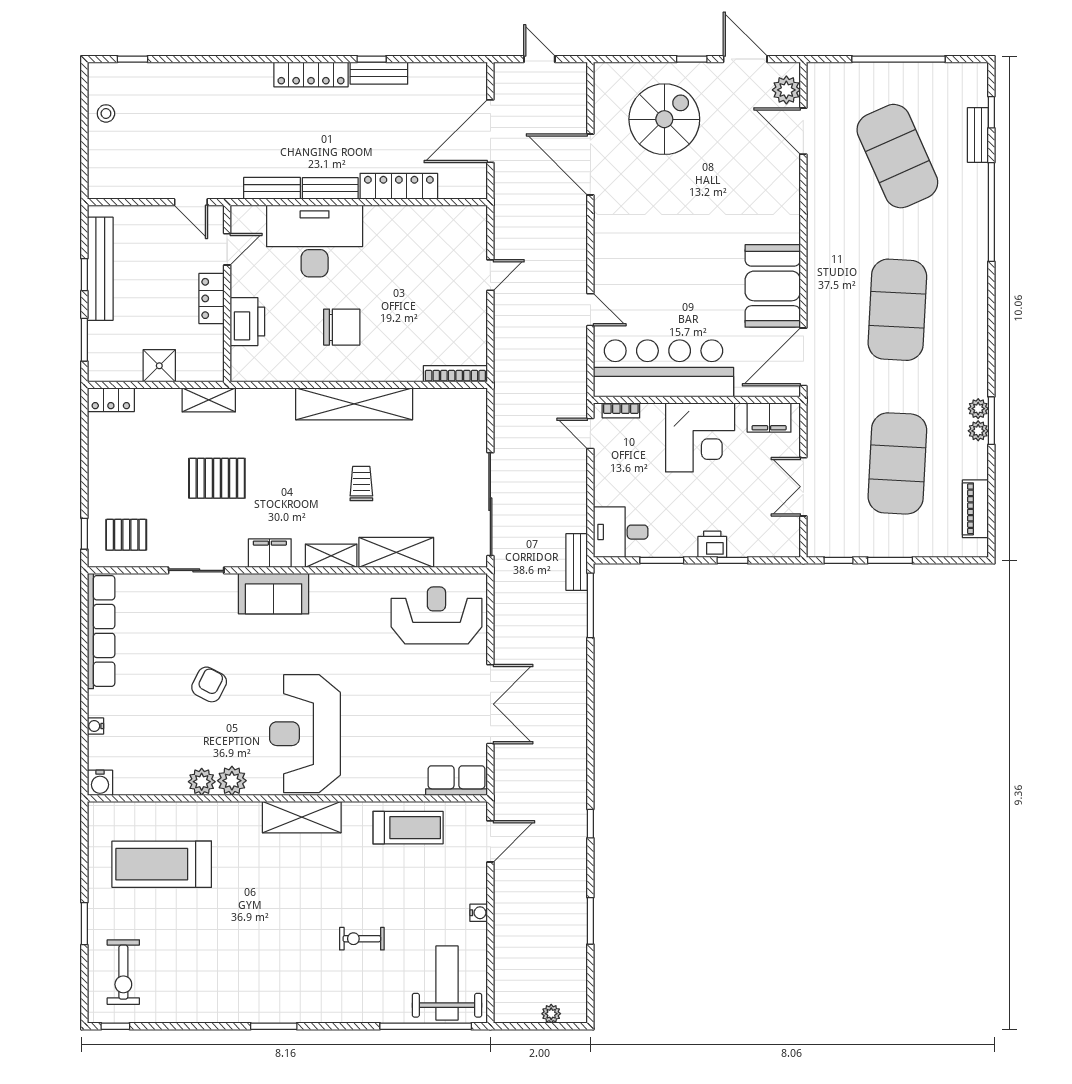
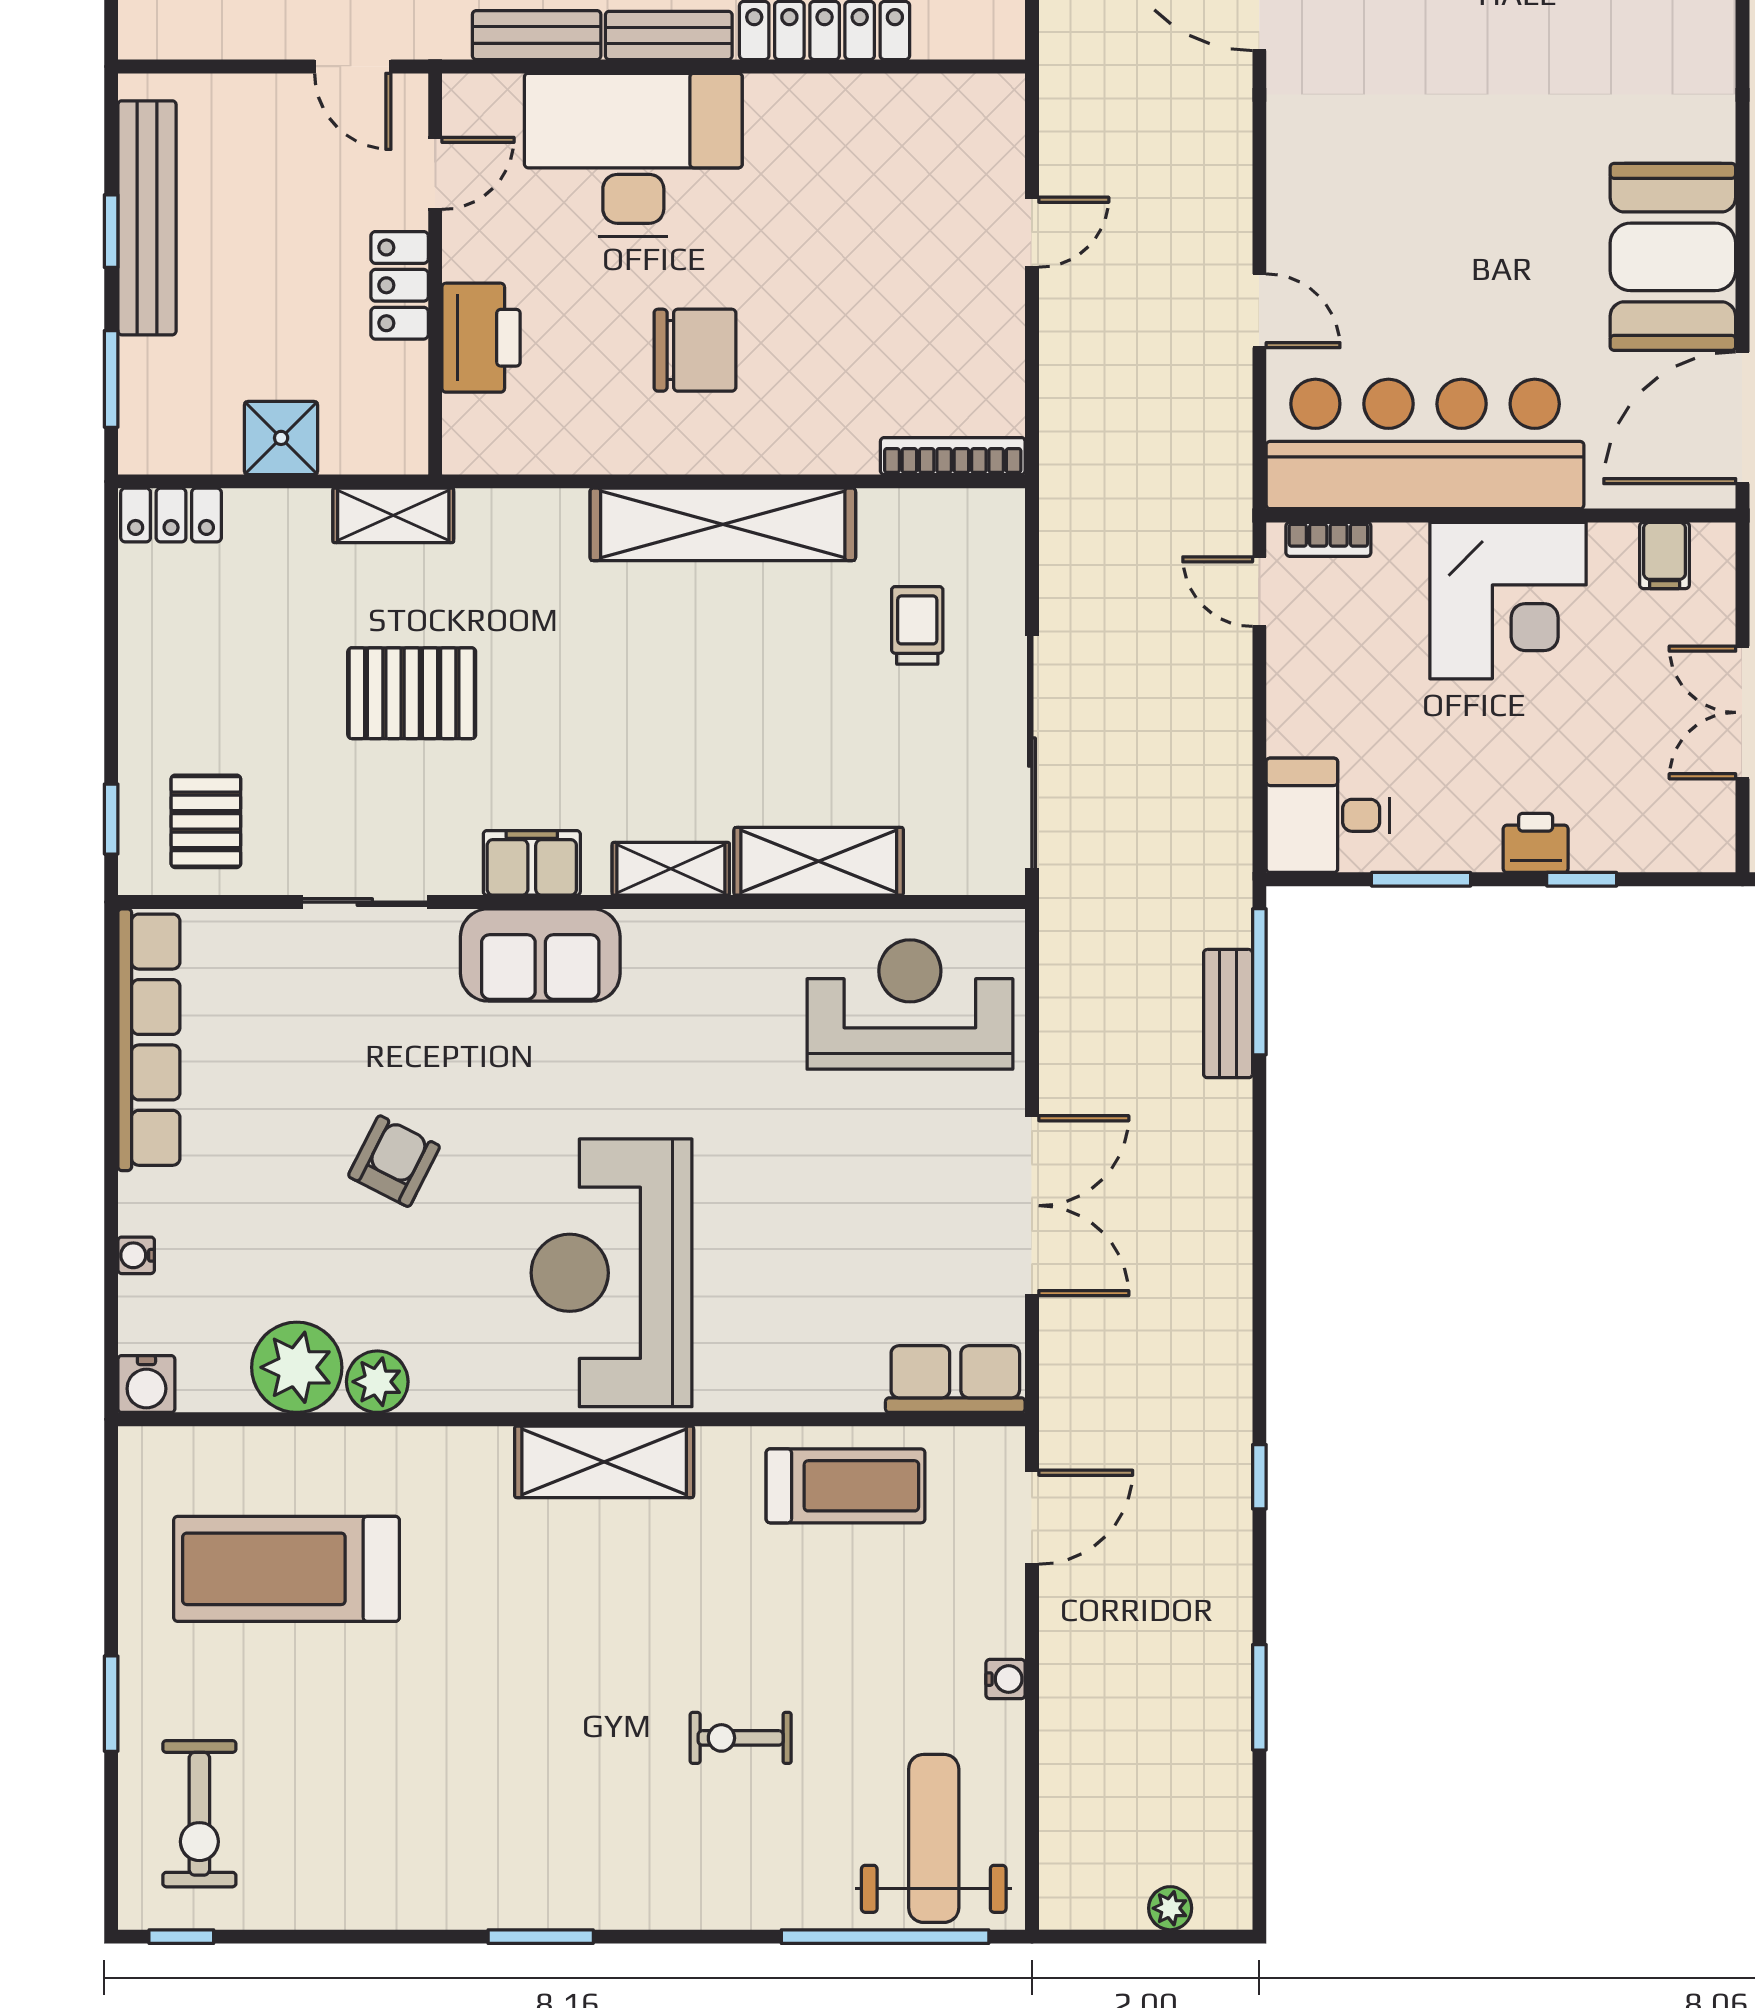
filing cabinet: (769, 418) -> (1665, 555), width x0.50
trolley: (361, 484) -> (917, 625), moved
pallet: (126, 535) -> (206, 821), turned 90
bench: (577, 562) -> (1228, 1014), moved
plant: (232, 781) -> (297, 1367), moved, width x1.36, depth x1.36

